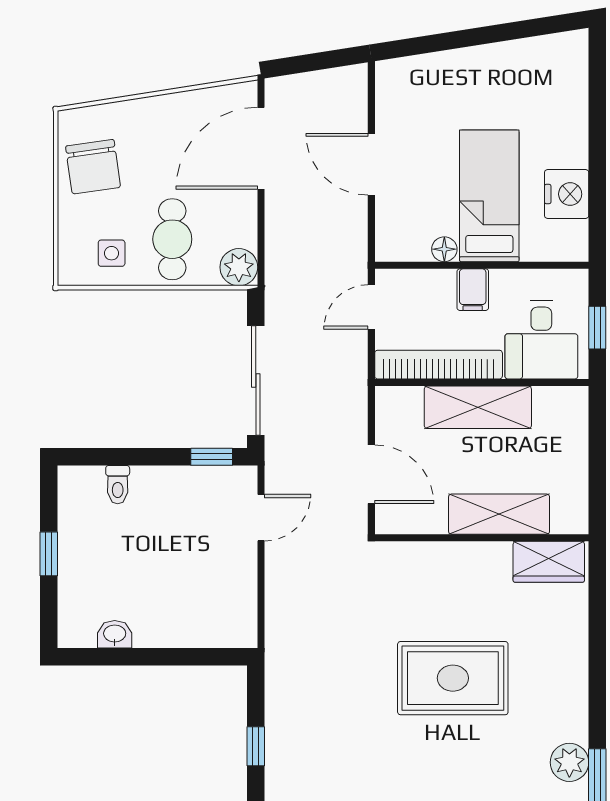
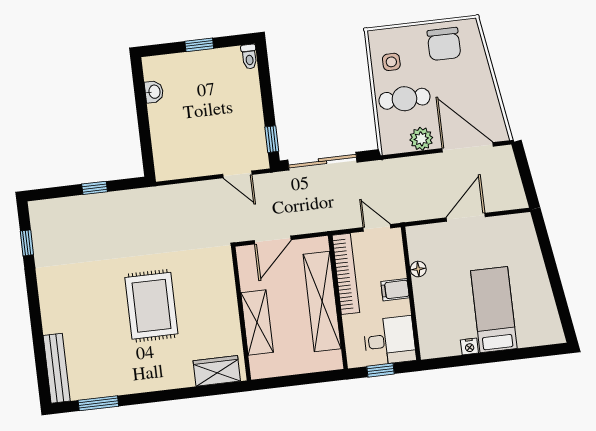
chair: (93, 167) -> (444, 44), turned -82
nightstand: (567, 194) -> (469, 346), width x0.53, depth x0.56
bed: (489, 196) -> (494, 310), moved, turned -90
plant: (239, 267) -> (421, 139), moved
desk: (541, 340) -> (390, 341), moved, turned 180
shelving: (478, 407) -> (322, 302), width x1.47
toilet: (118, 485) -> (249, 57), moved, turned -90
wardrobe: (549, 562) -> (217, 371), moved, turned 90
plant: (569, 762) -> (107, 385), removed

